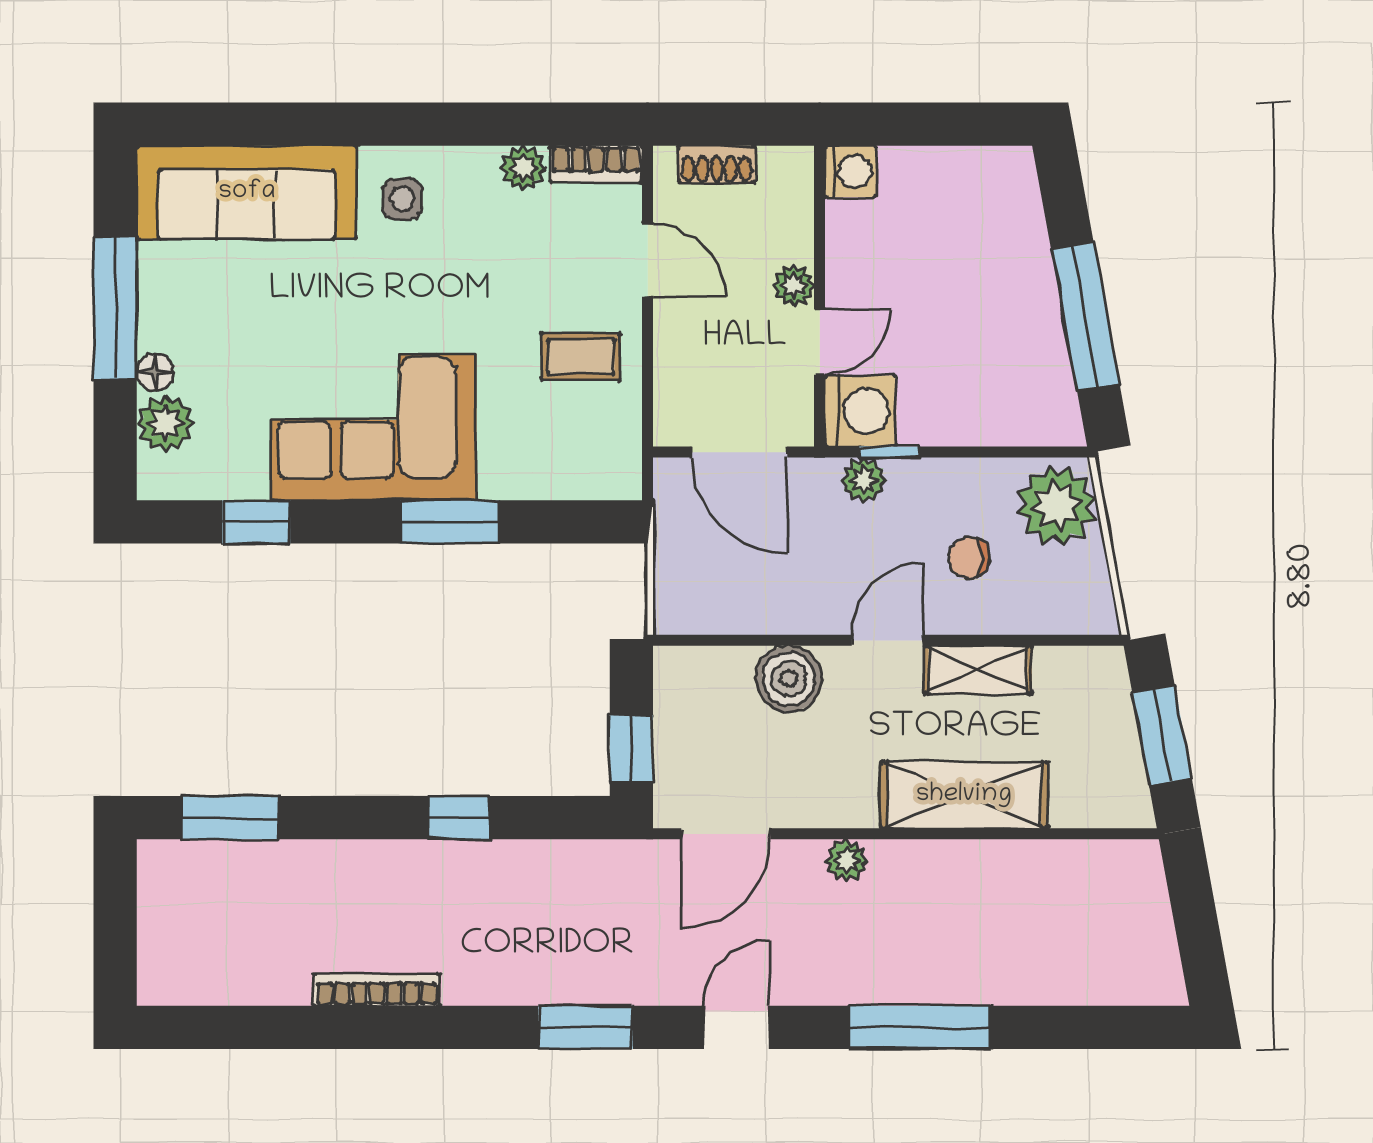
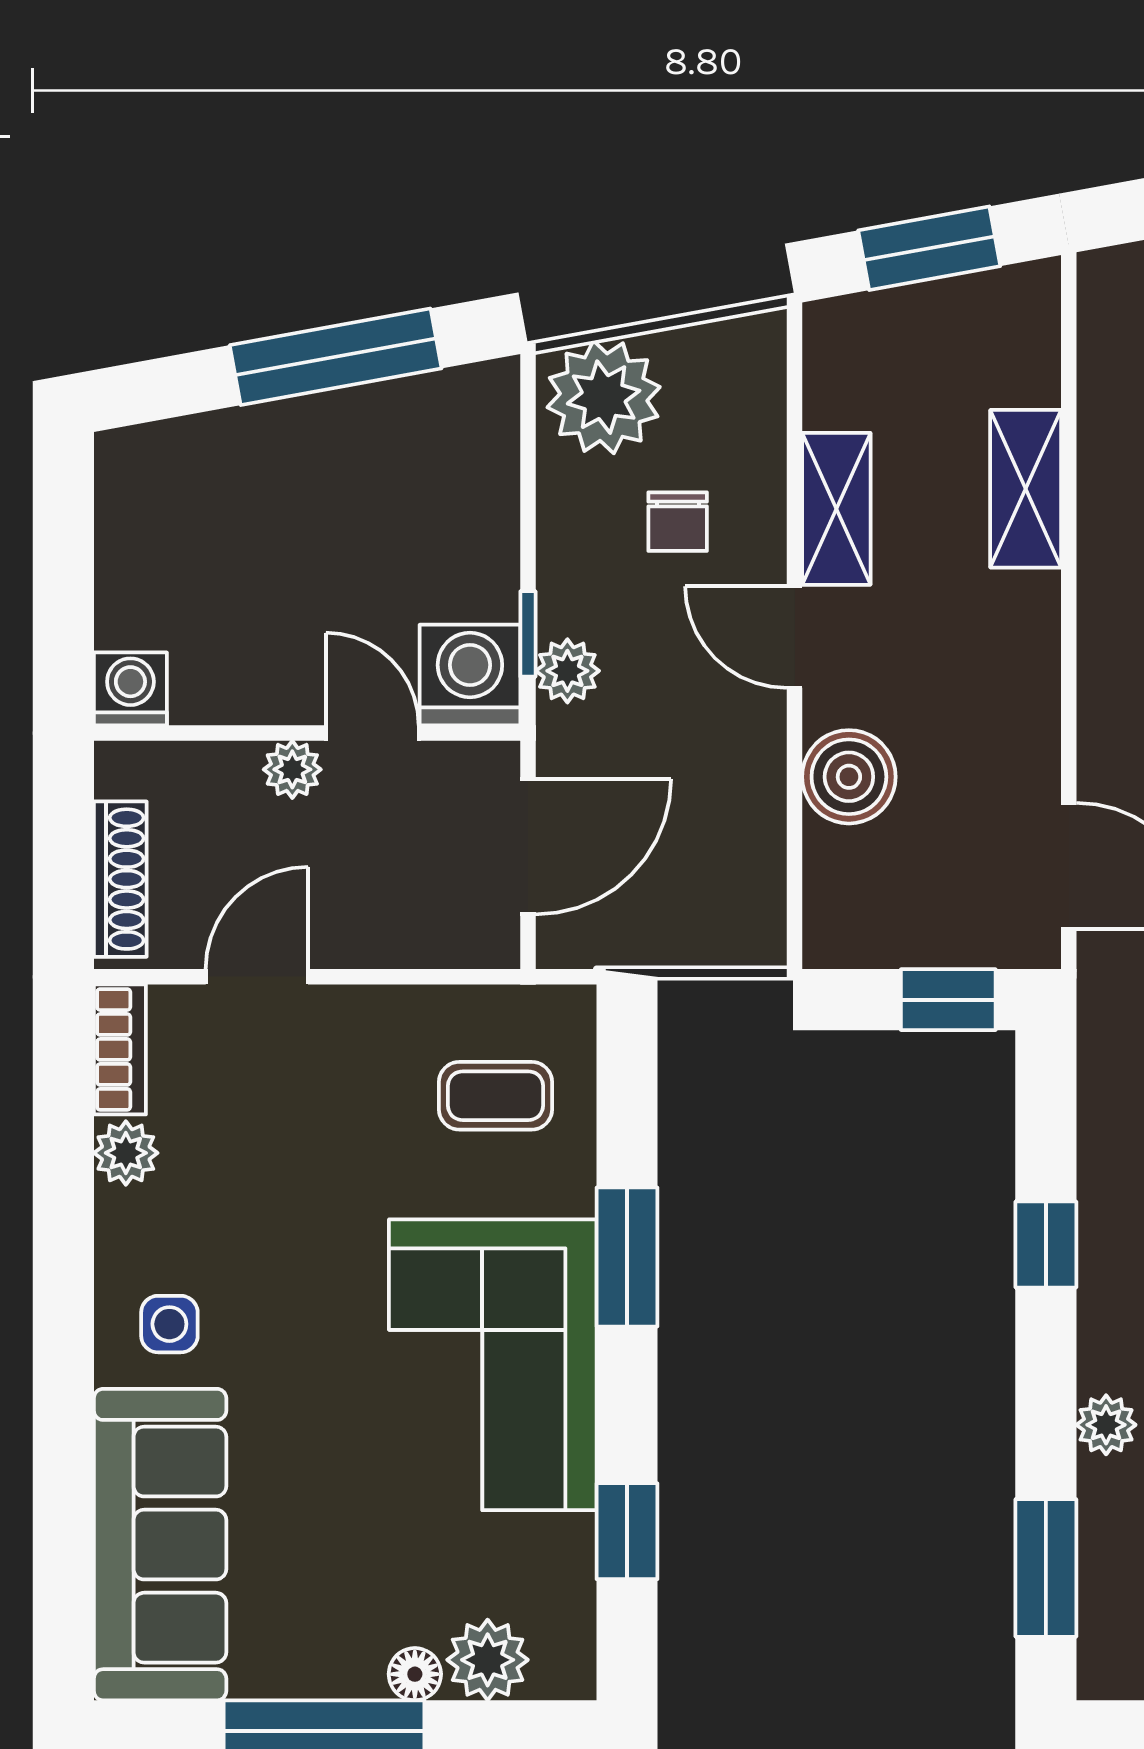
shoe rack: (717, 164) -> (120, 879), width x1.43
coffee table: (581, 357) -> (495, 1096), moved, turned 90
shelving: (964, 795) -> (1026, 489), width x0.67, depth x0.75
plant: (847, 860) -> (1106, 1425), moved

